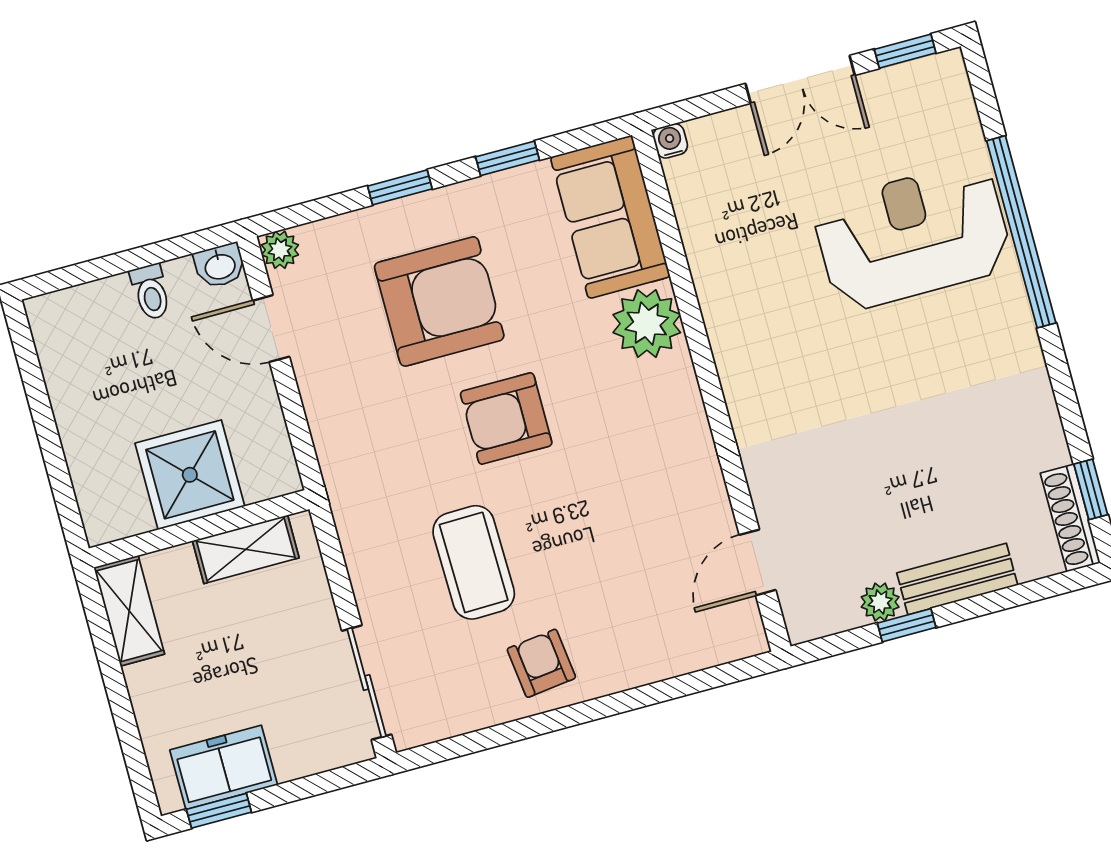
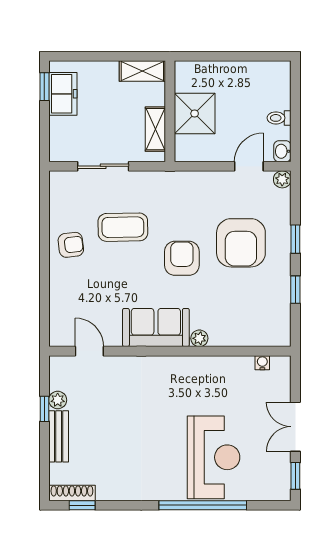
water cooler: (670, 141) -> (262, 363), moved, turned -90
sofa: (610, 217) -> (156, 328), moved
plant: (647, 324) -> (199, 338), width x0.53, depth x0.53
sliding door: (367, 683) -> (103, 166), moved

